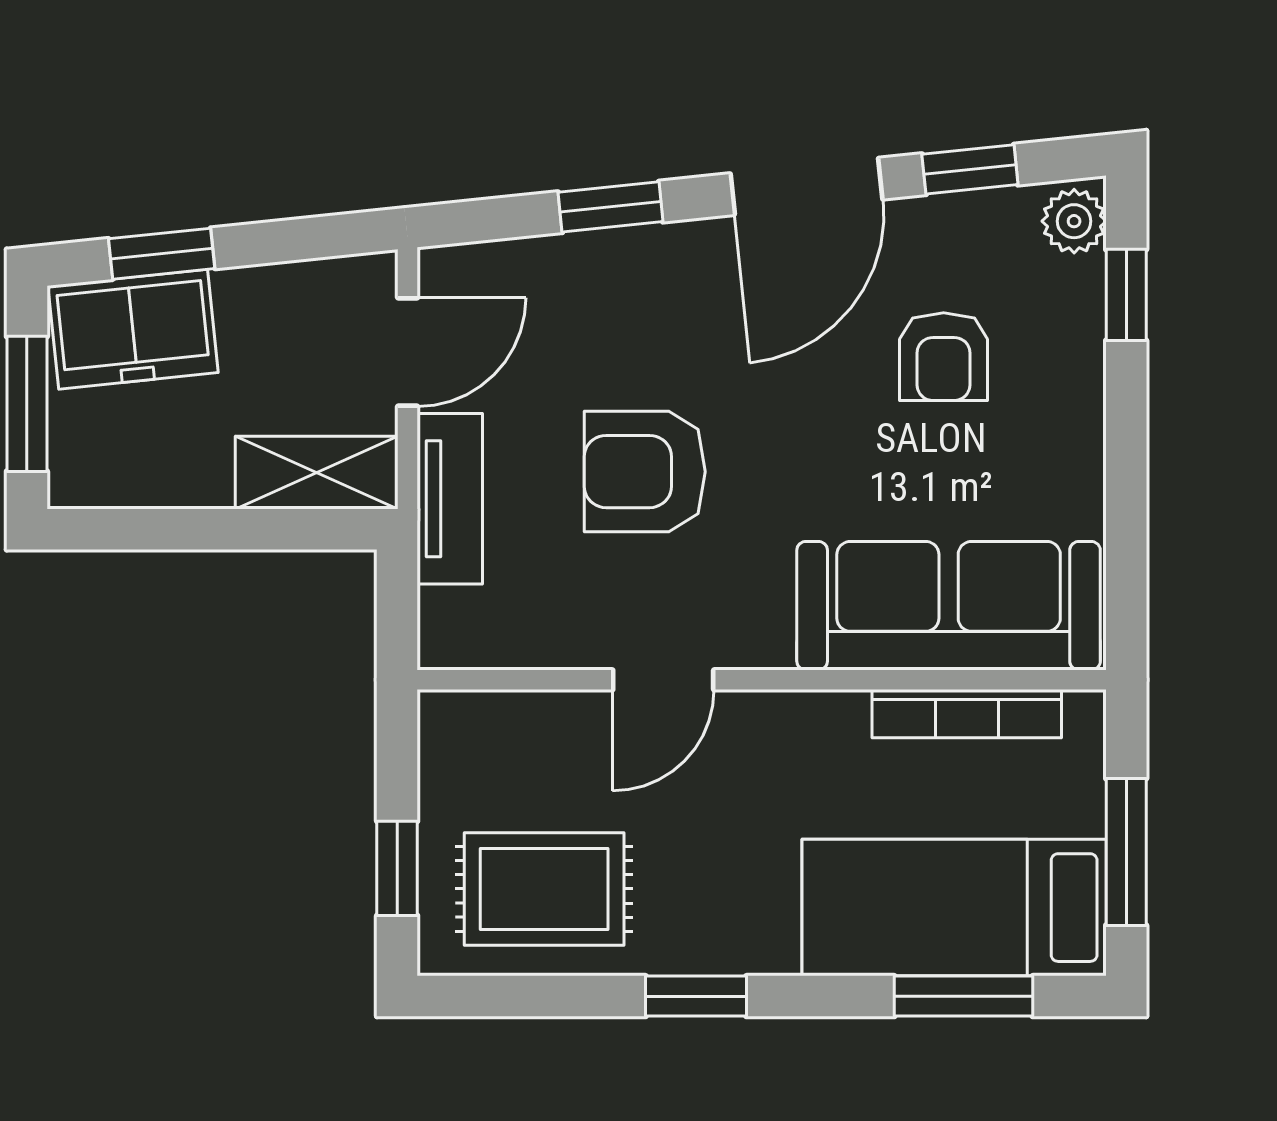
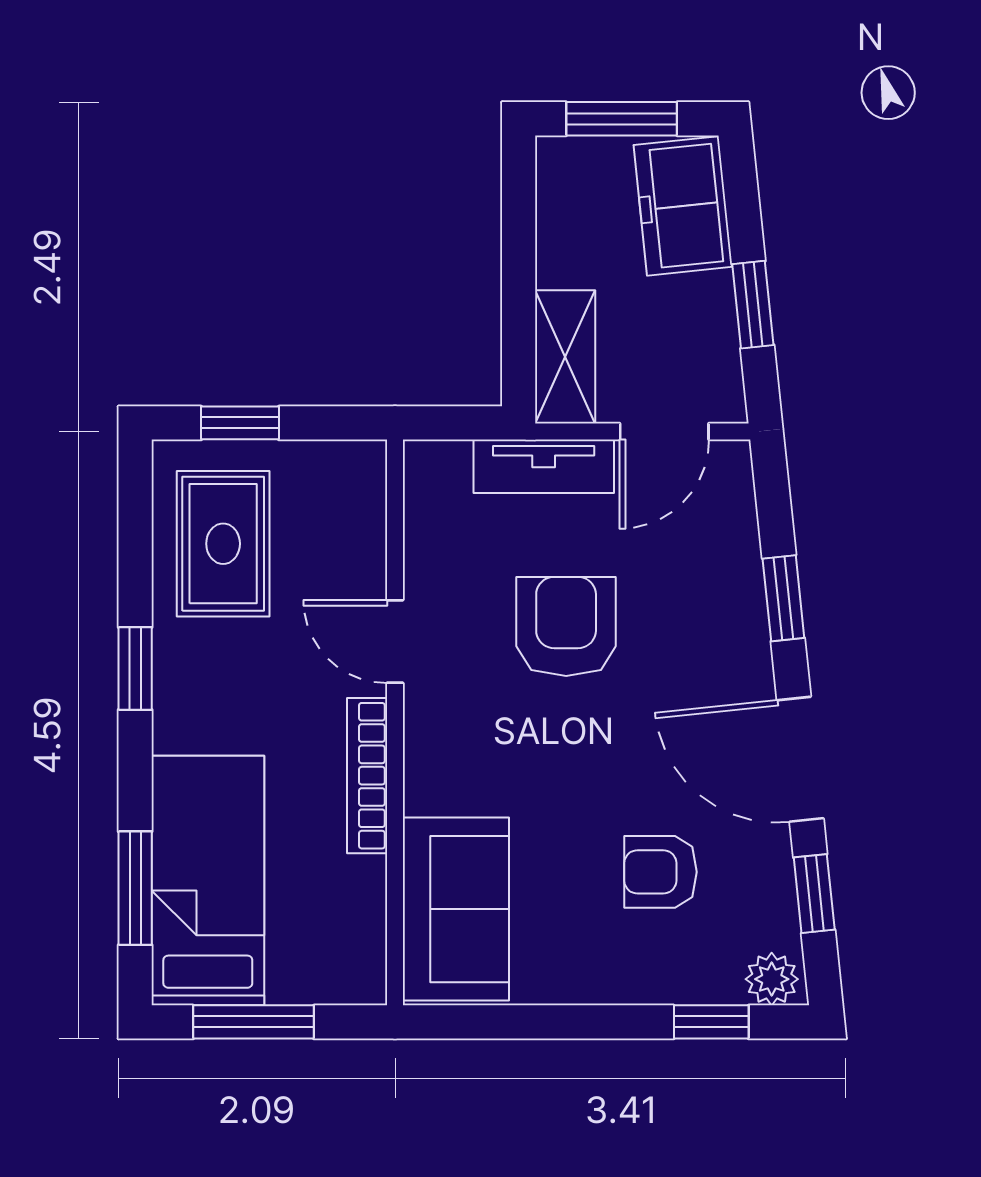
window: (162, 254) -> (753, 305), moved
door: (408, 352) -> (664, 432), hinge flipped
sofa: (949, 606) -> (456, 909), width x0.73
bookcase: (967, 714) -> (367, 776), moved

